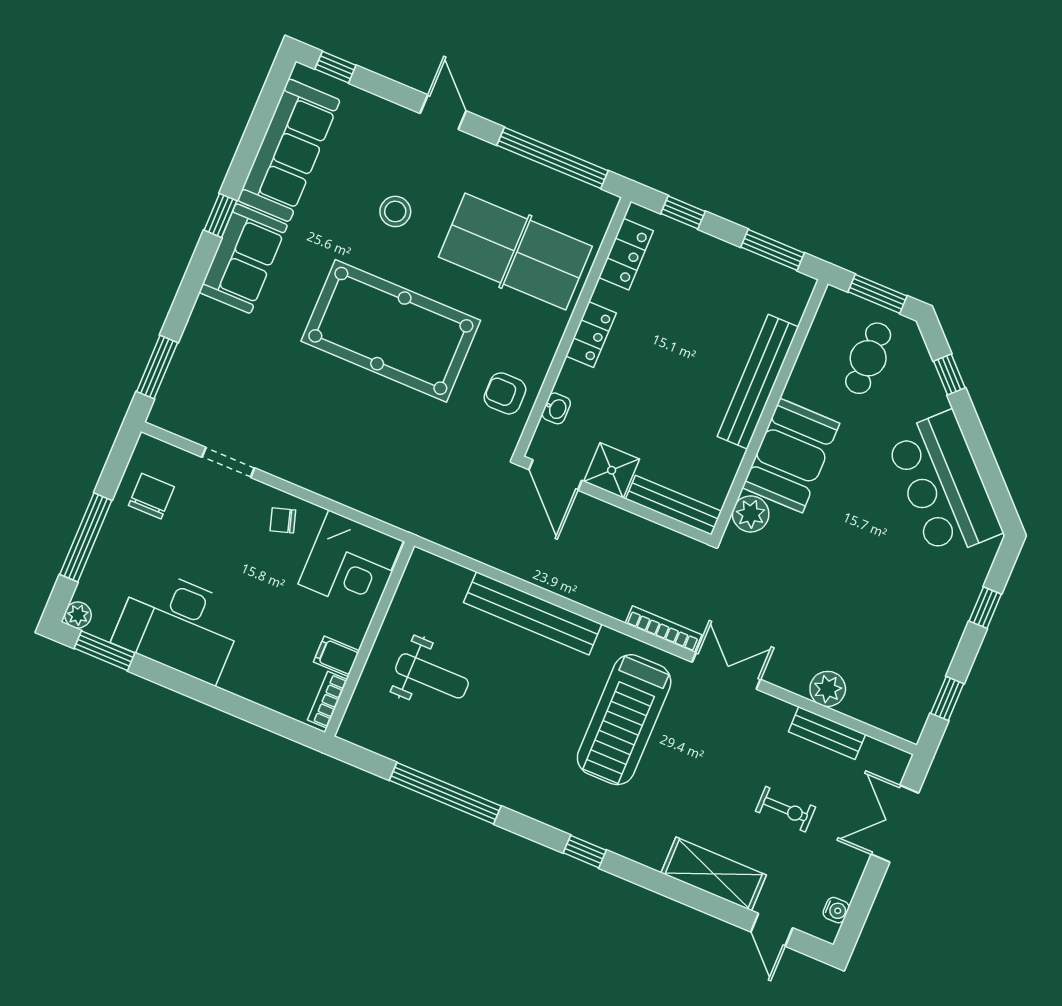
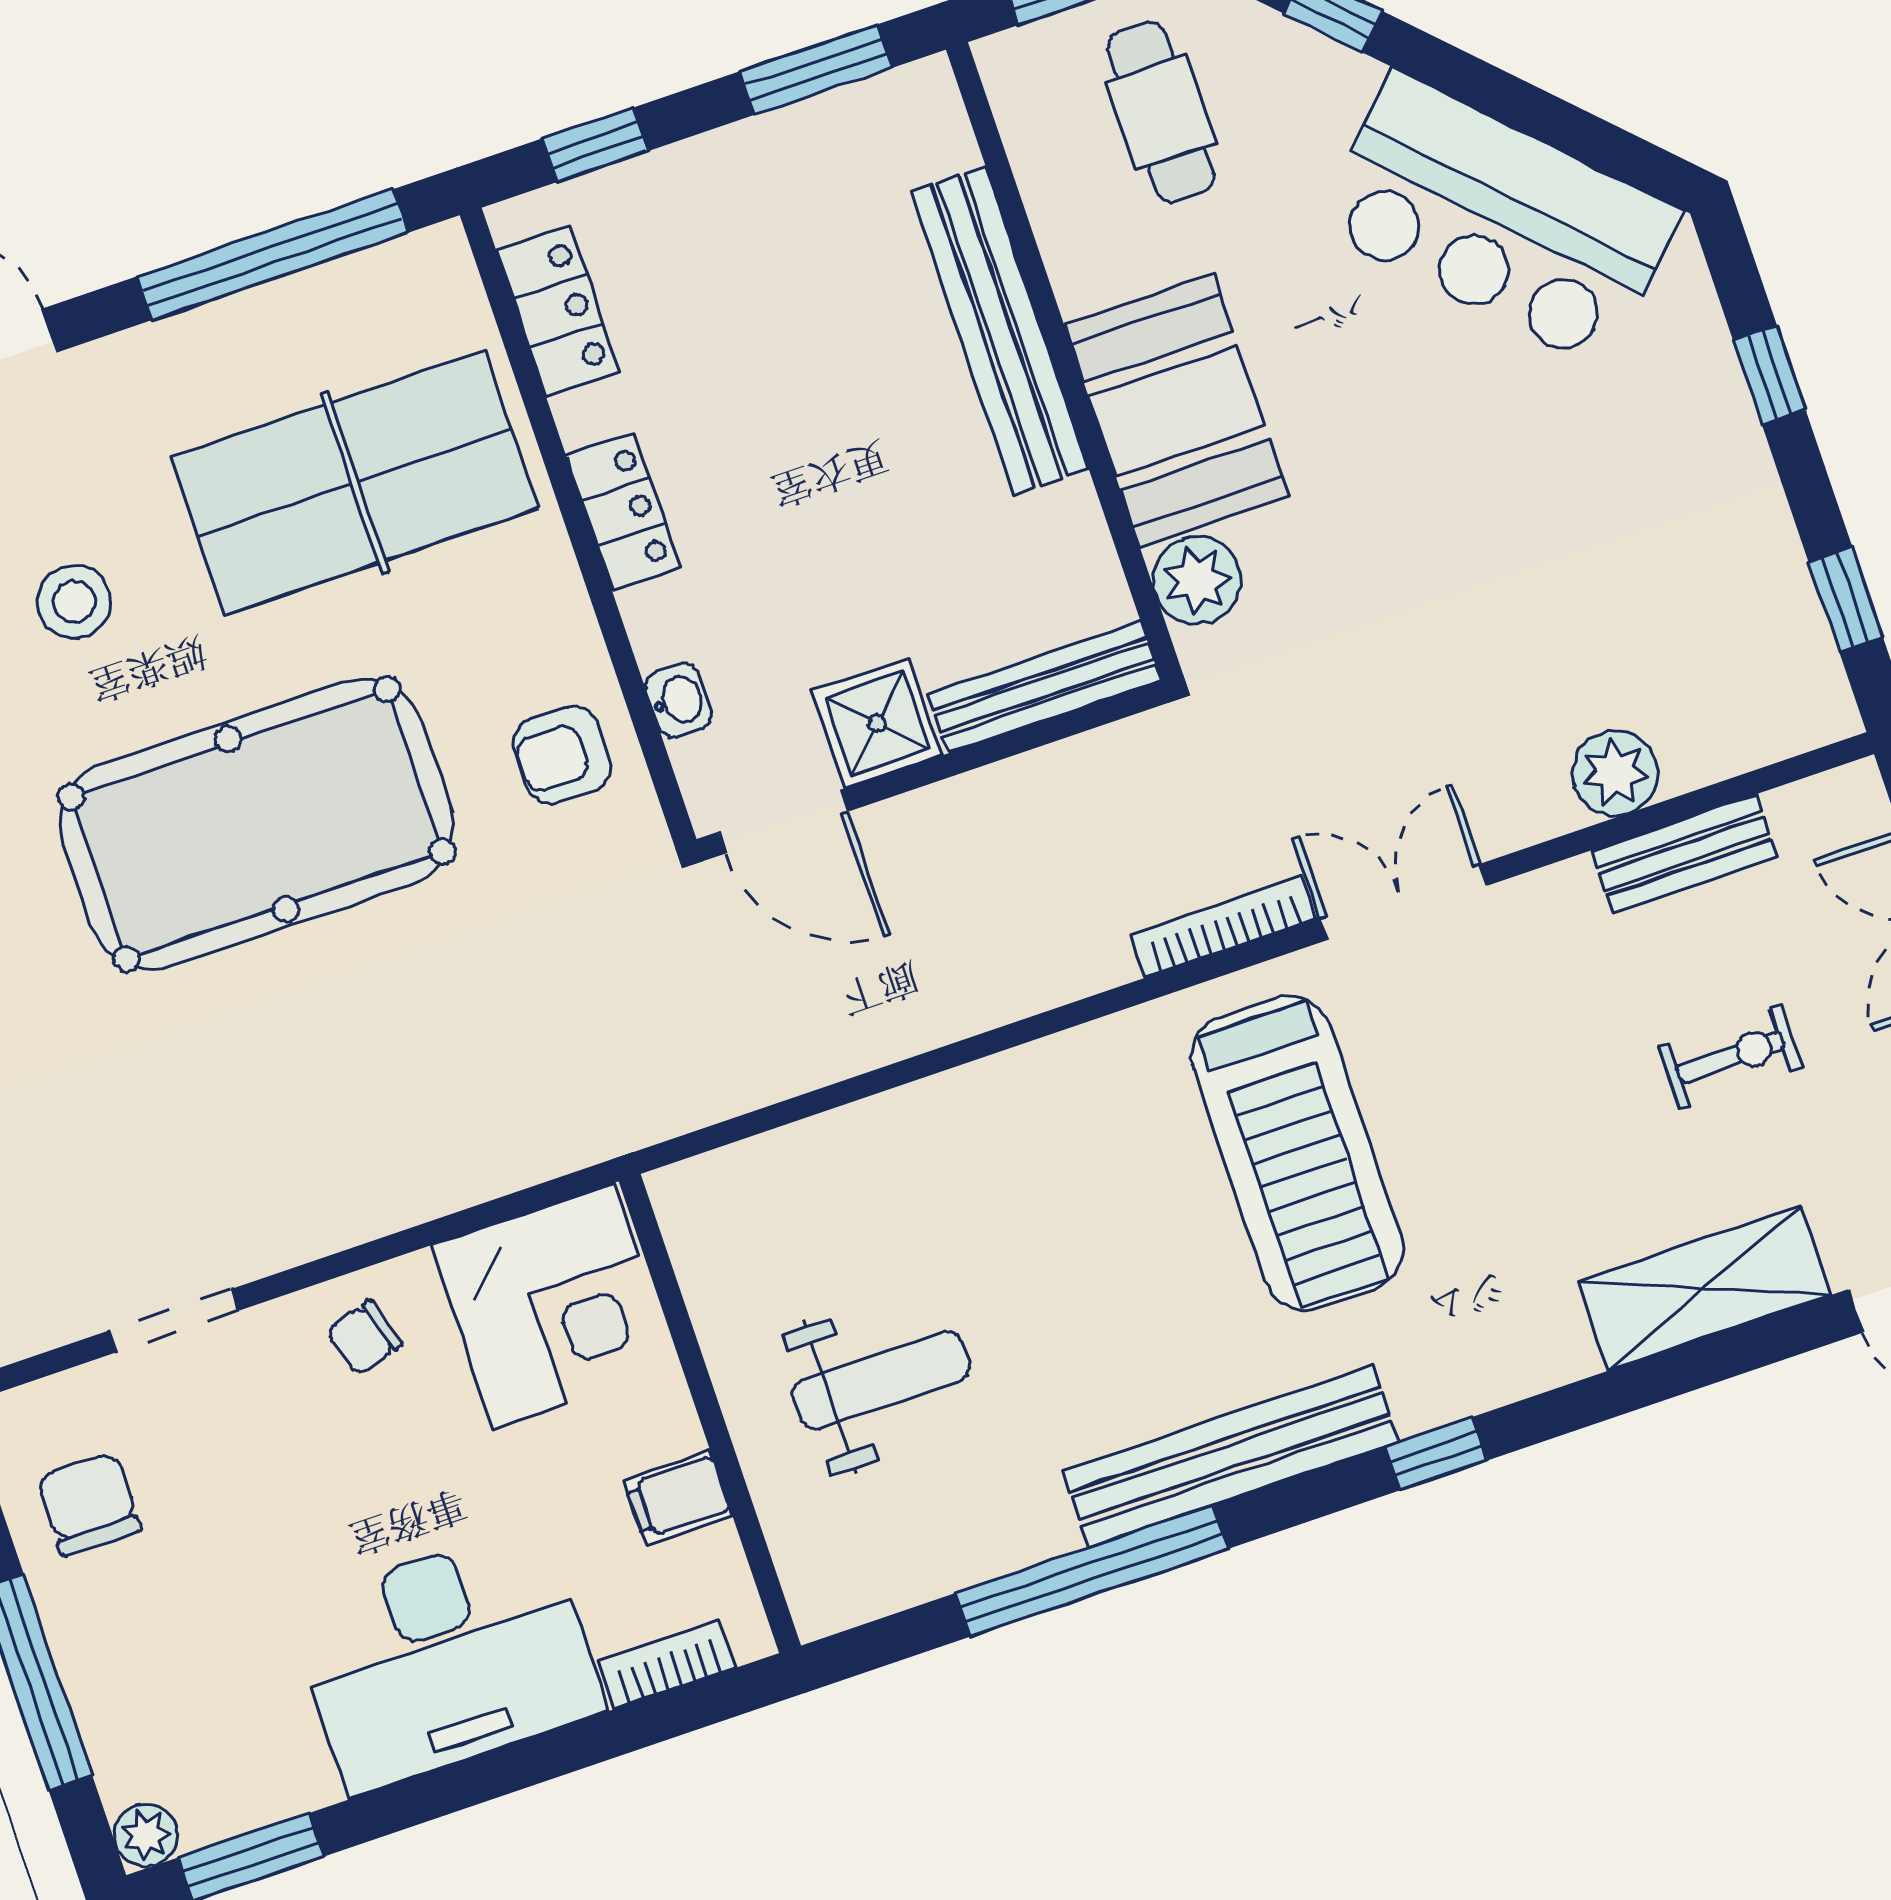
bench: (533, 613) -> (1231, 1456), moved
desk: (179, 625) -> (447, 1658), moved
bookcase: (328, 700) -> (667, 1664), moved, turned 90

